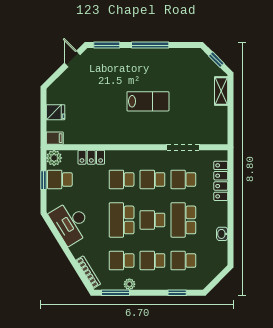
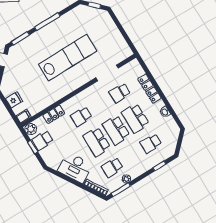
shelving: (221, 91) -> (109, 23), removed
lab bench: (148, 101) -> (68, 58), width x1.86, depth x1.39
school desk: (152, 179) -> (100, 105), removed
locker: (221, 181) -> (149, 89), moved
school desk: (152, 220) -> (116, 130), width x1.85
desk: (71, 223) -> (75, 168), moved
school desk: (152, 261) -> (132, 155), removed

